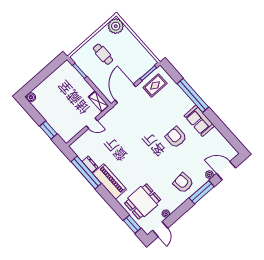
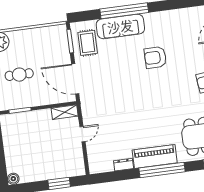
sofa: (199, 121) -> (120, 26), moved, width x1.36
window: (86, 173) -> (162, 170), moved

